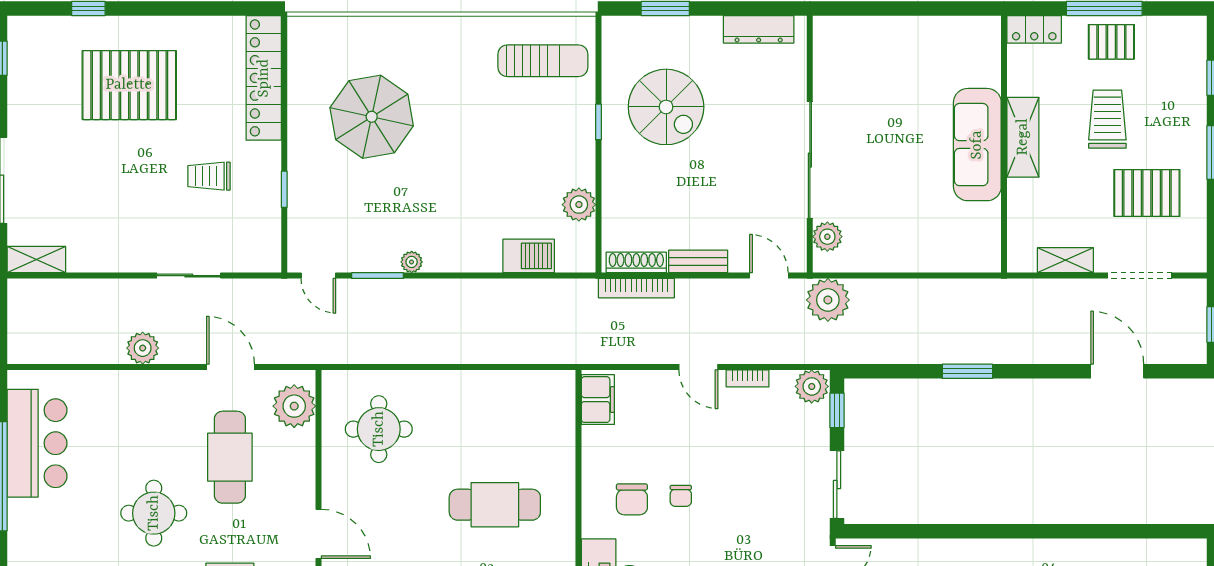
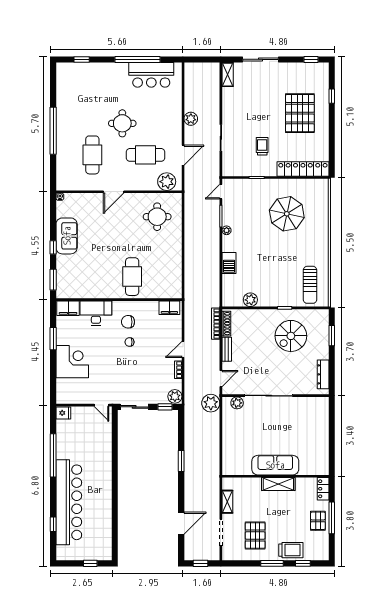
trolley: (1107, 119) -> (291, 550), moved
barbecue: (529, 256) -> (229, 263), moved
cafe table: (495, 505) -> (132, 277), moved

